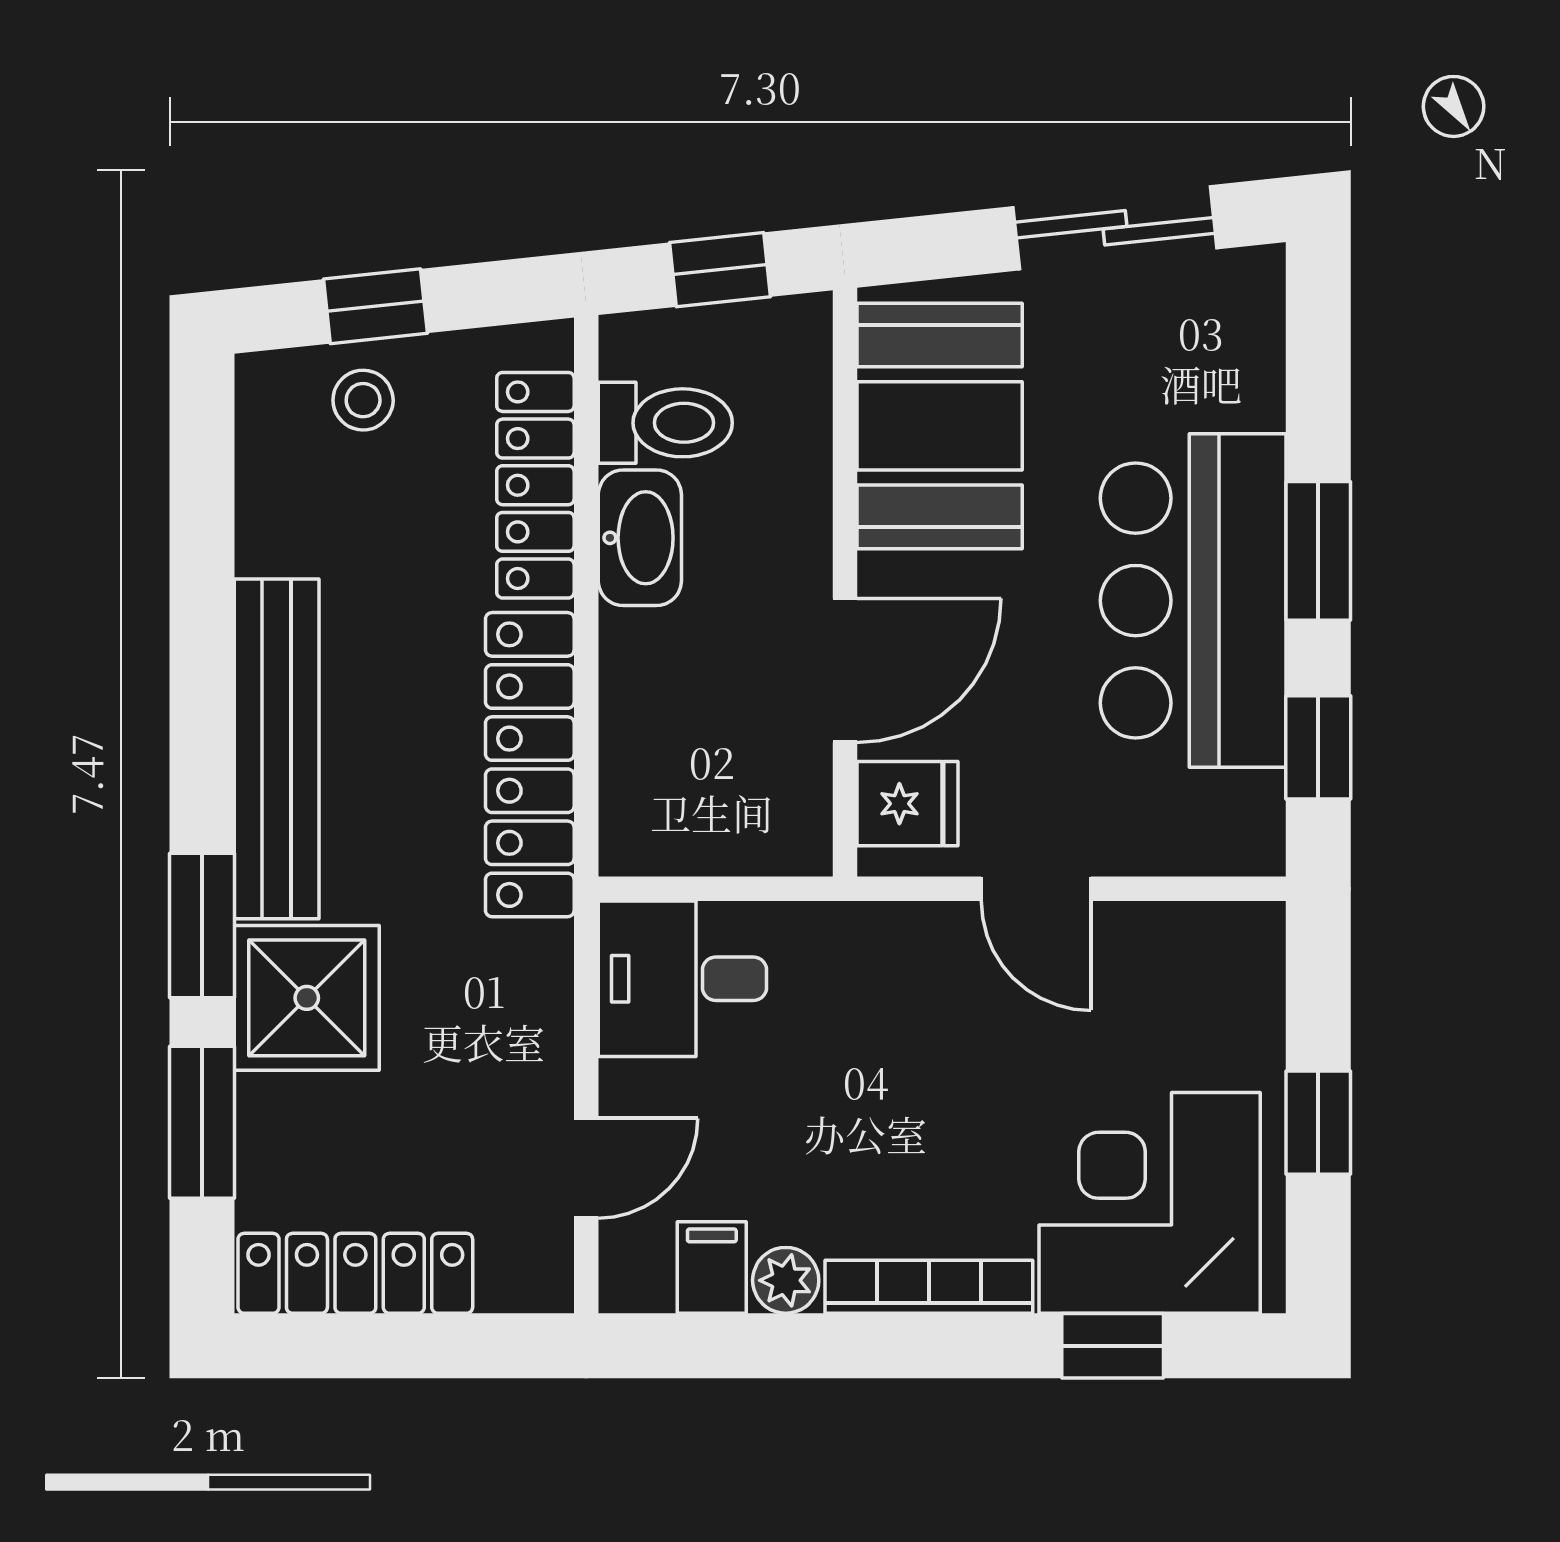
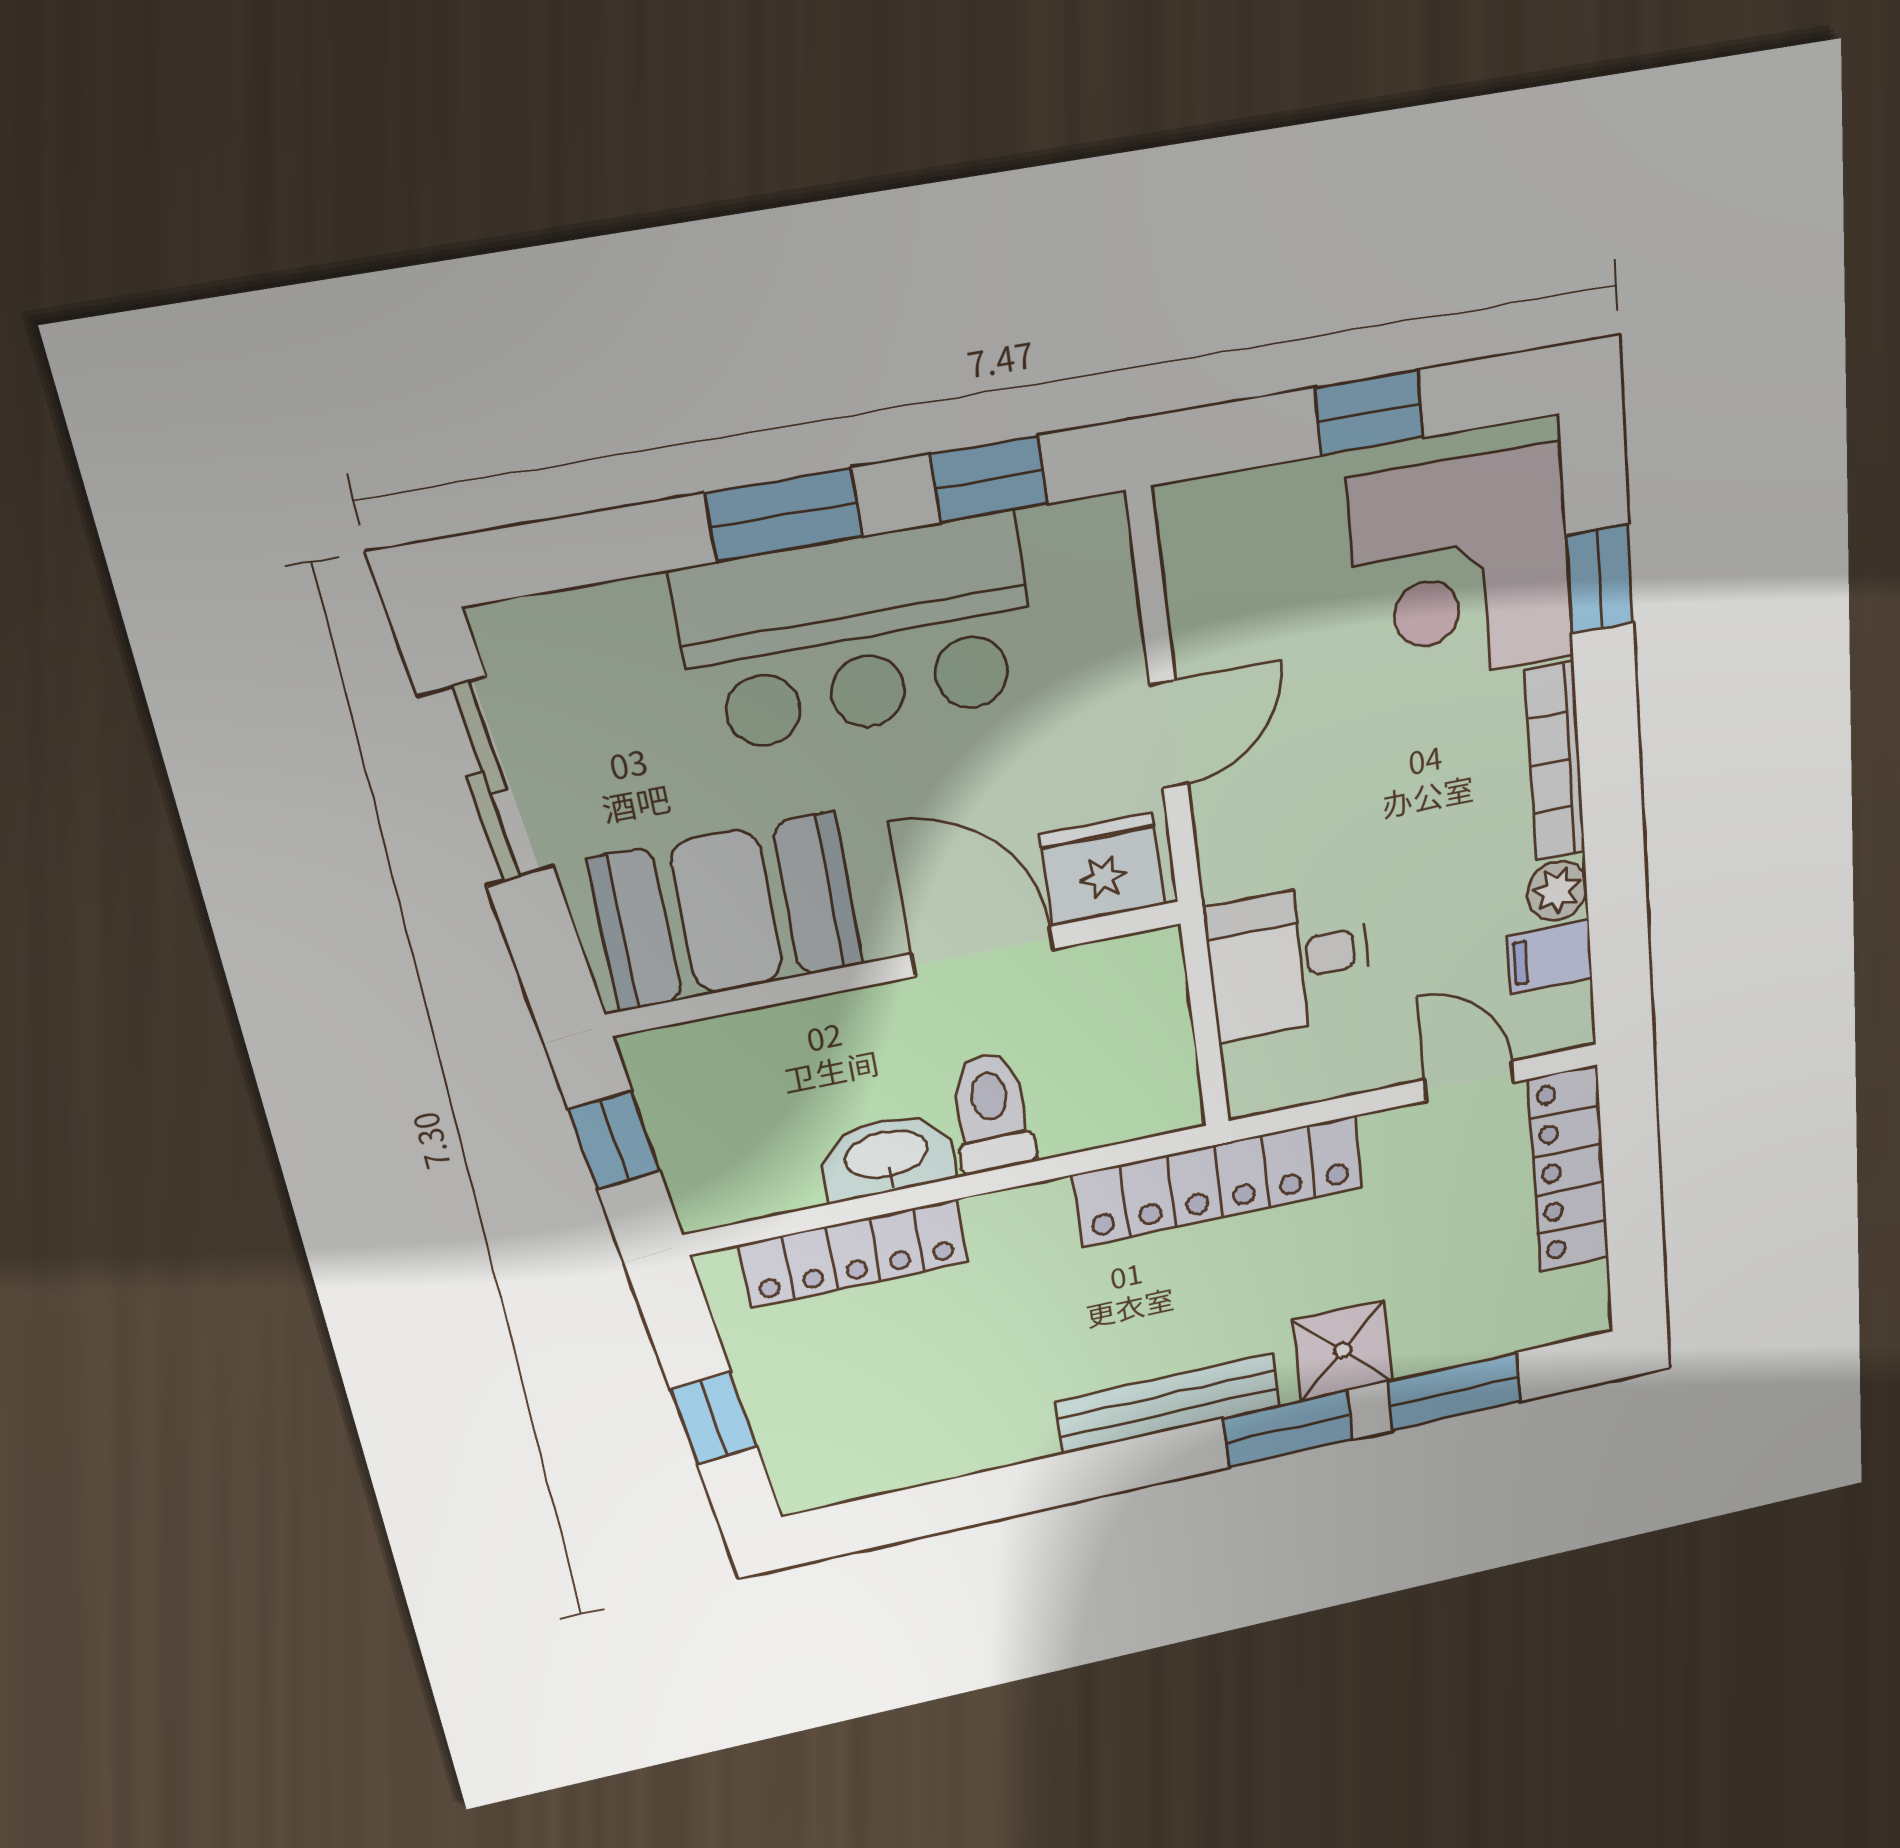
stool: (363, 400) -> (803, 1409), removed
toilet: (665, 423) -> (991, 1112), moved
bench: (277, 749) -> (1168, 1404), width x0.73, depth x0.82
locker: (530, 765) -> (1219, 1181), moved
fridge: (908, 804) -> (1102, 870), width x1.38
desk: (682, 979) -> (1289, 961), moved, turned 90
shower: (307, 998) -> (1343, 1351), width x0.73, depth x0.73
locker: (355, 1273) -> (1569, 1170), moved

